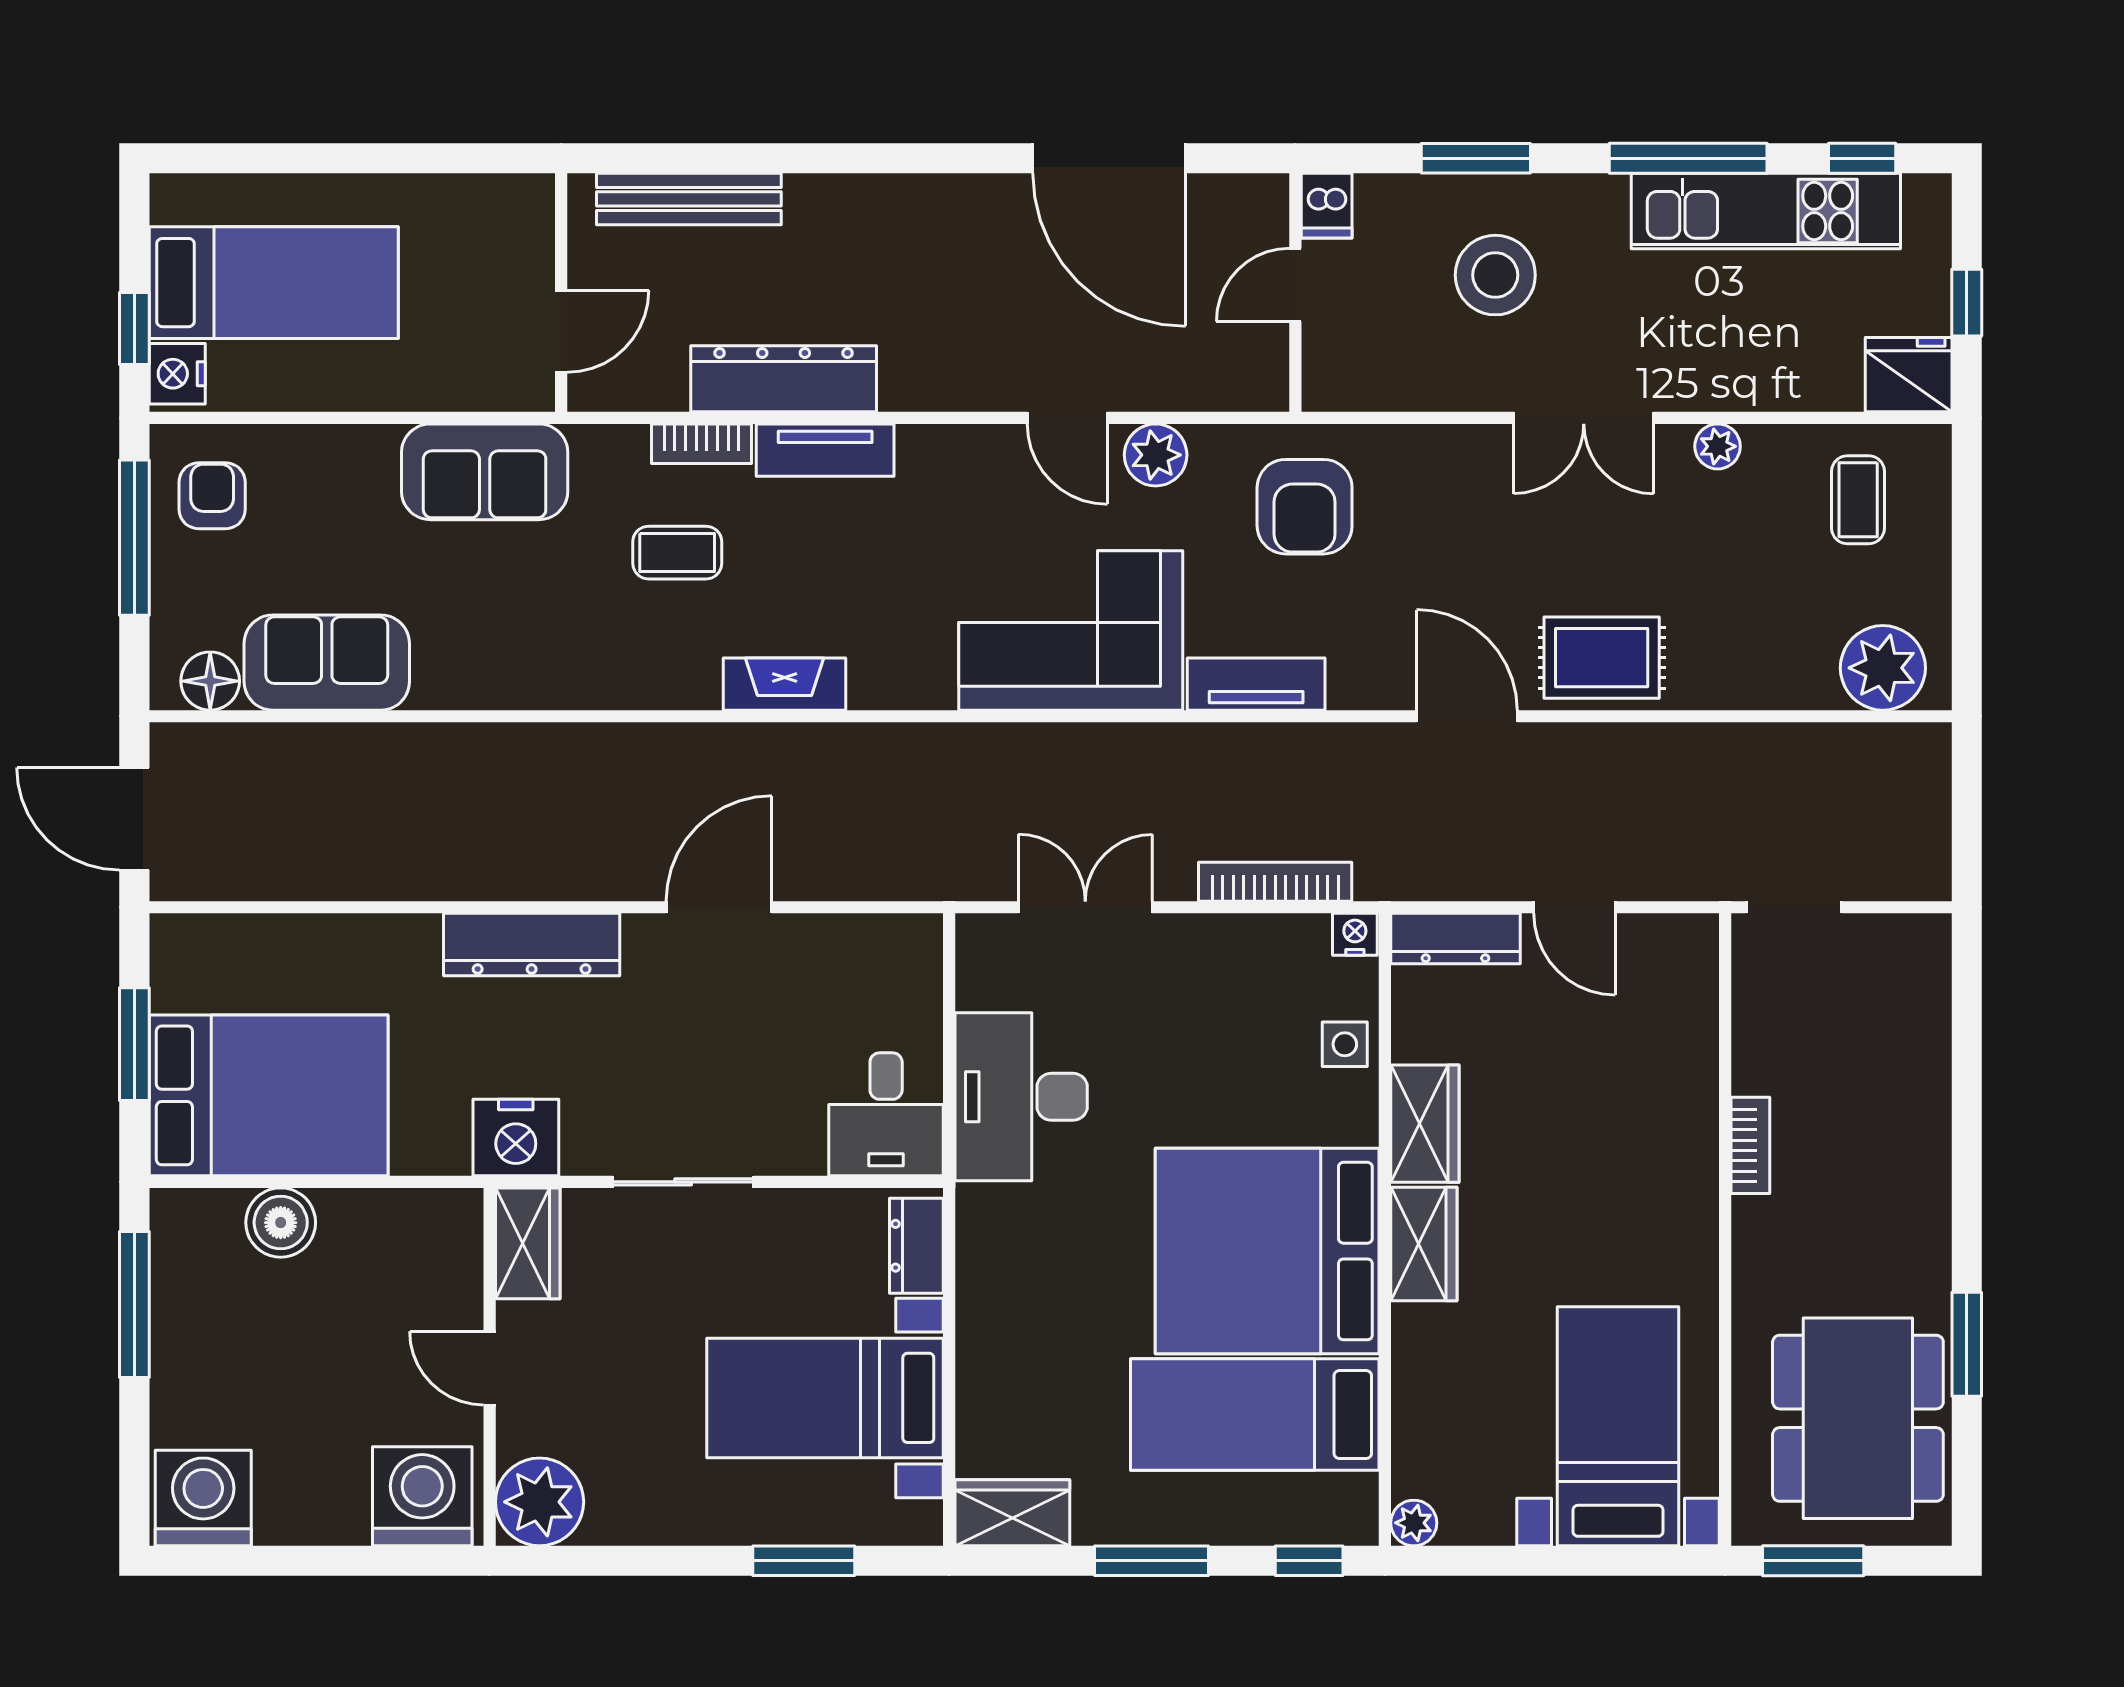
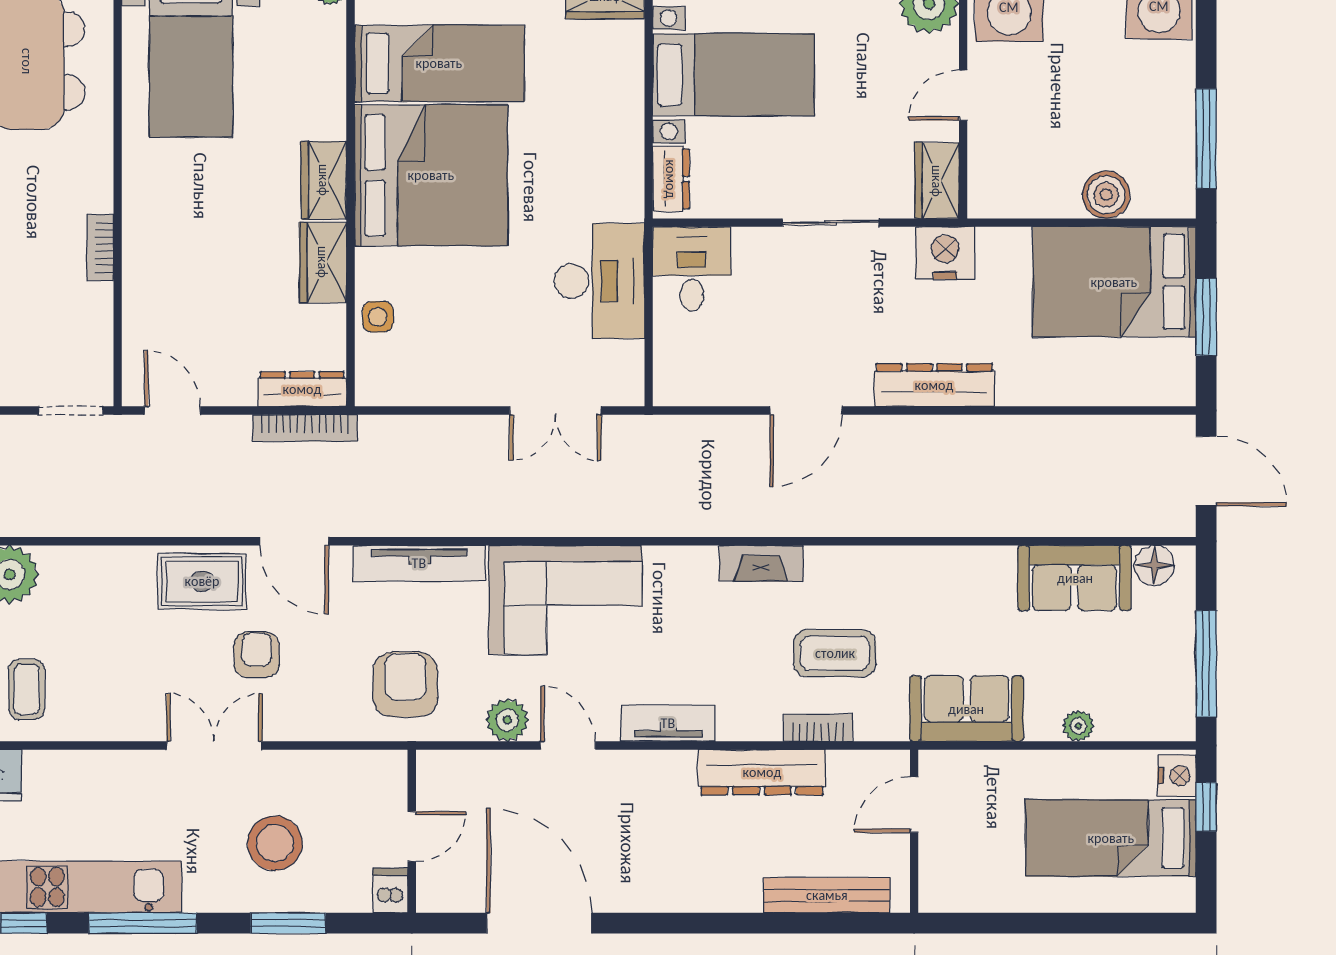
plant: (1718, 446) -> (1078, 726), moved
tv unit: (825, 450) -> (668, 723), moved
armchair: (212, 496) -> (257, 655), moved, turned 180
coffee table: (677, 553) -> (835, 653), width x1.36, depth x1.30
tv unit: (1256, 684) -> (419, 563), width x1.41
bookcase: (1275, 882) -> (305, 428), moved
door: (1574, 907) -> (172, 411), moved
nightstand: (1355, 934) -> (371, 392), removed
door: (490, 1368) -> (963, 95), swing flipped

